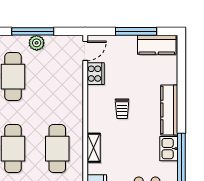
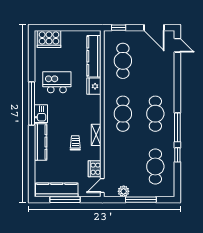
plant: (37, 43) -> (124, 191), moved
kitchen counter: (157, 45) -> (57, 190), width x1.50
shelving: (94, 148) -> (96, 135), moved

